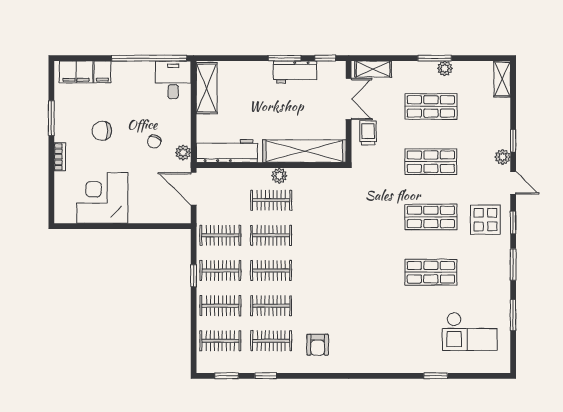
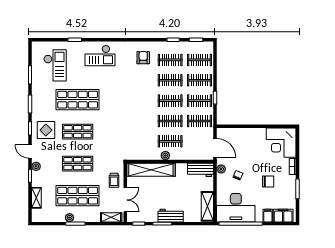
workbench: (295, 72) -> (171, 216), moved
shelving: (502, 79) -> (36, 198), moved
desk: (173, 80) -> (236, 208), width x1.87, depth x1.30
double door: (349, 99) -> (125, 200), swing flipped
shop shelf: (431, 106) -> (78, 196), width x1.43, depth x1.36
workbench: (227, 151) -> (201, 170), width x0.73
corner desk: (102, 198) -> (281, 143), moved, turned 90
shop shelf: (431, 272) -> (78, 100), width x1.43, depth x1.36
checkout: (470, 331) -> (55, 65), turned 90
checkout: (392, 348) -> (100, 56), added

